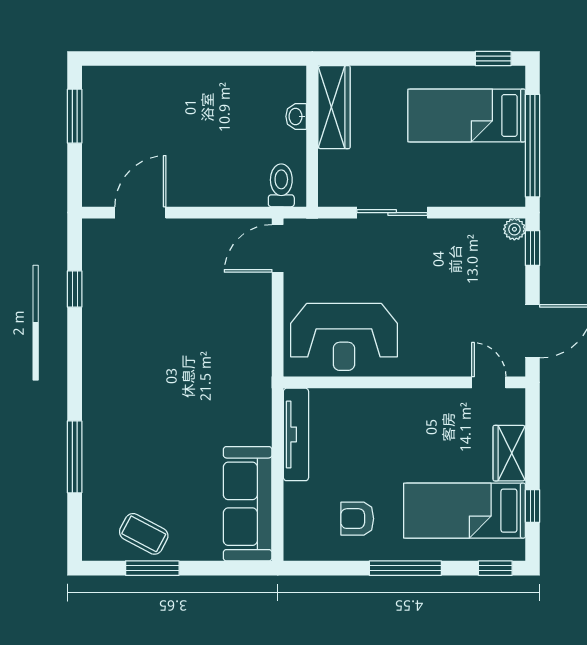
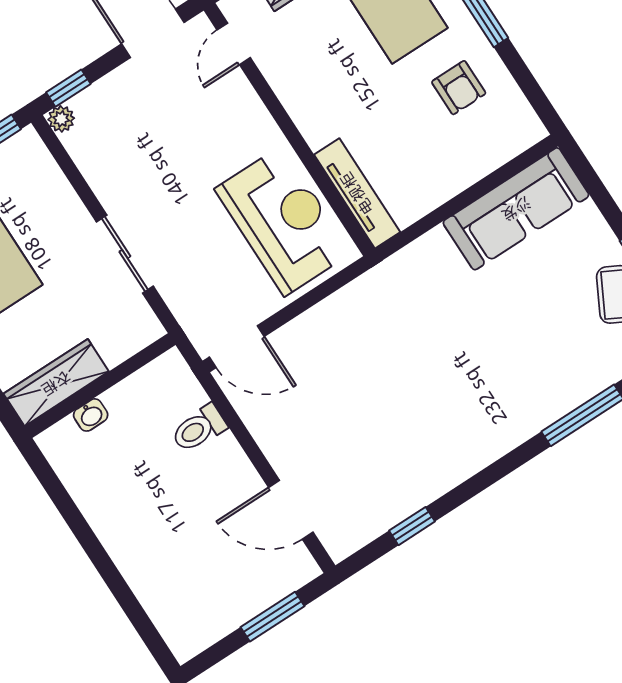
window: (75, 116) -> (273, 617), moved
toilet: (281, 185) -> (199, 428), moved
tv unit: (296, 434) -> (357, 193), moved, turned 90

